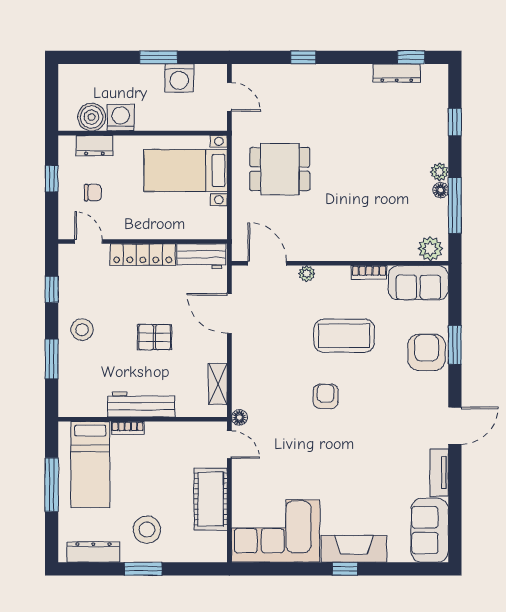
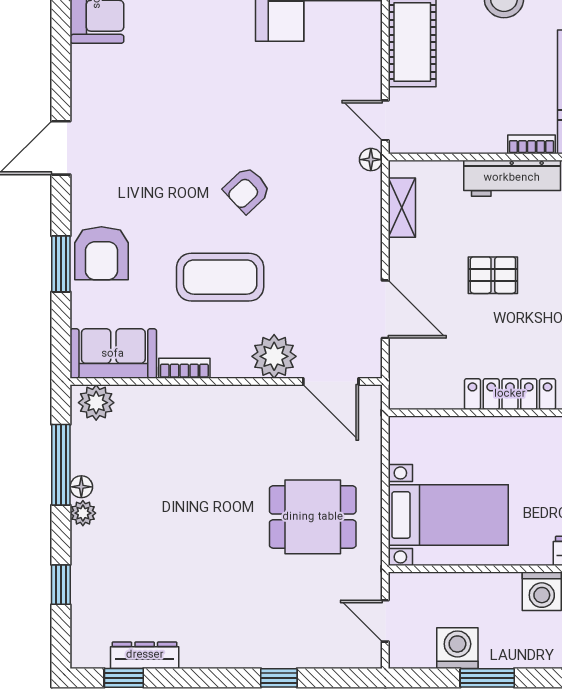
workbench: (201, 256) -> (426, 392), removed
plant: (307, 274) -> (274, 356), width x1.88, depth x1.88
armchair: (326, 396) -> (247, 190), turned 47
tv unit: (439, 472) -> (83, 80), removed

